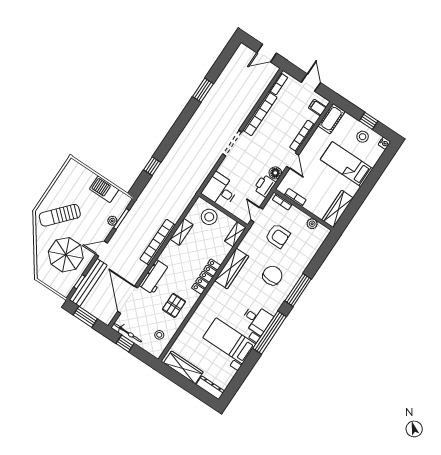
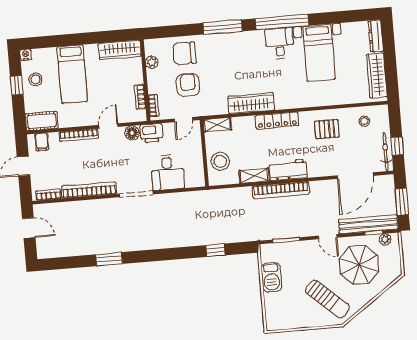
desk: (220, 190) -> (168, 172), moved
plant: (112, 221) -> (385, 239), moved
chair: (272, 276) -> (184, 53), moved
workbench: (154, 277) -> (288, 170), moved

